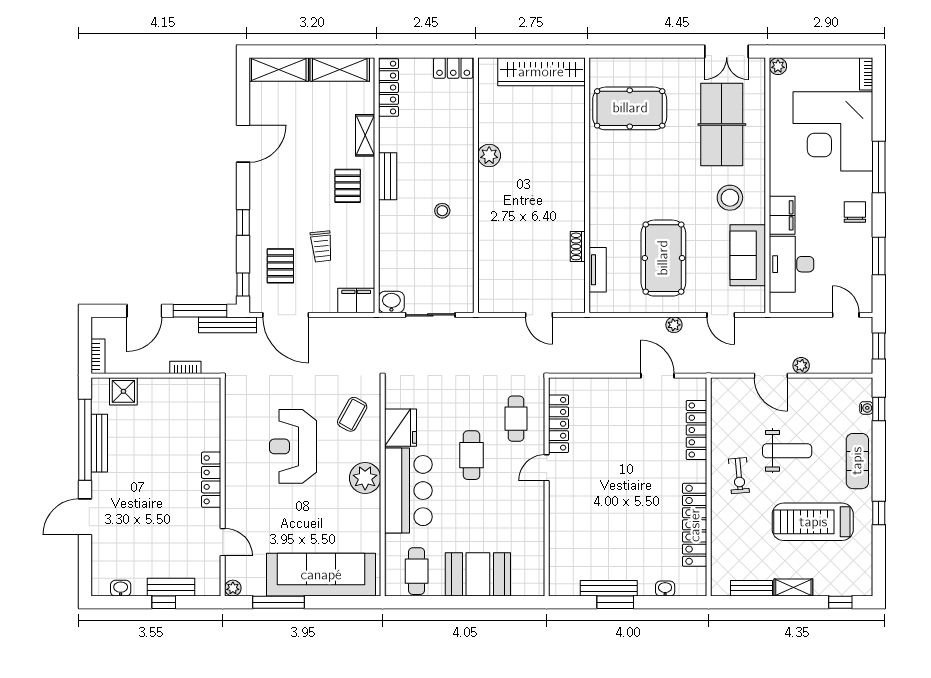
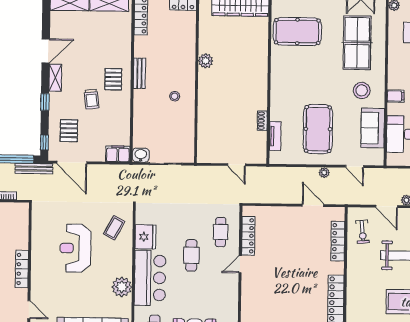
shelving: (365, 135) -> (55, 78), moved
filing cabinet: (782, 215) -> (396, 96), width x0.50
trolley: (321, 246) -> (92, 99), moved
exercise bike: (739, 476) -> (363, 232), moved
plant: (365, 478) -> (122, 287), moved

